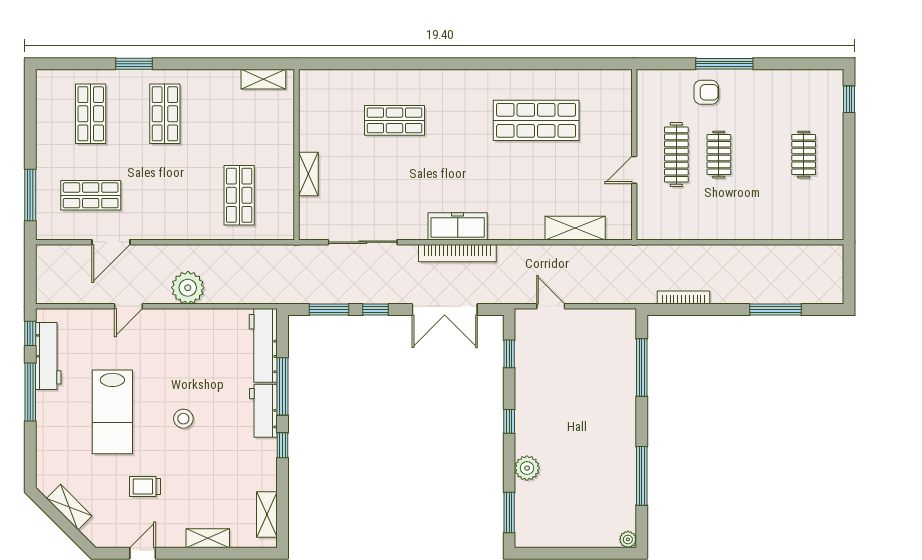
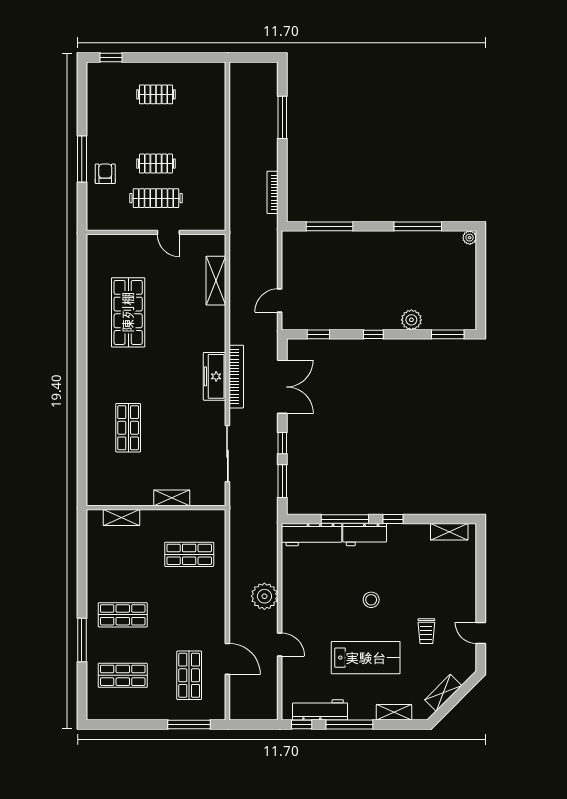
window: (134, 64) -> (82, 640), width x1.44
shelving: (263, 79) -> (121, 518), moved, turned 90
shelving: (208, 538) -> (394, 712), moved, turned 90

